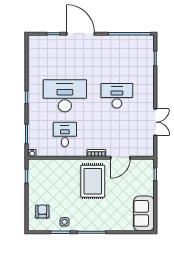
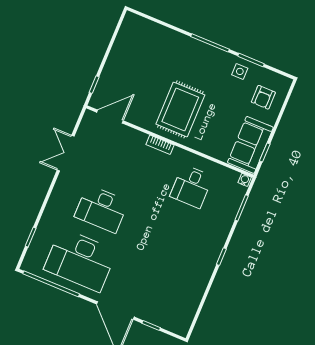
desk: (65, 96) -> (80, 260), moved
door: (120, 158) -> (110, 116), moved
sofa: (144, 213) -> (250, 145), moved, turned 180

